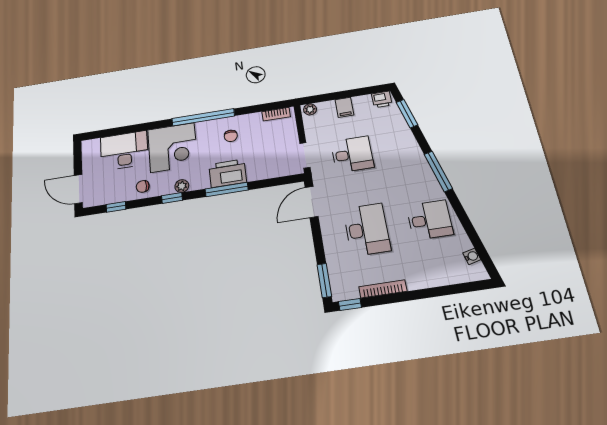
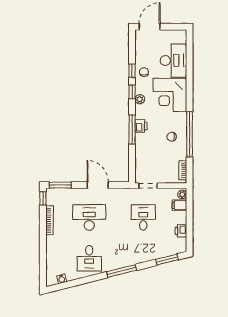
printer: (382, 99) -> (181, 231), moved
filing cabinet: (344, 107) -> (179, 205), moved
window: (203, 117) -> (190, 134), moved
desk: (352, 154) -> (143, 217), turned 180
printer: (228, 173) -> (141, 126), width x0.53, depth x0.68
door: (312, 202) -> (98, 185), moved
window: (116, 207) -> (132, 71), moved
desk: (367, 230) -> (89, 217), turned 180

